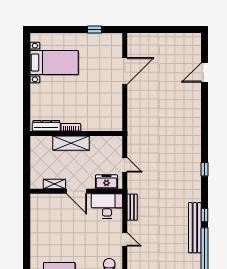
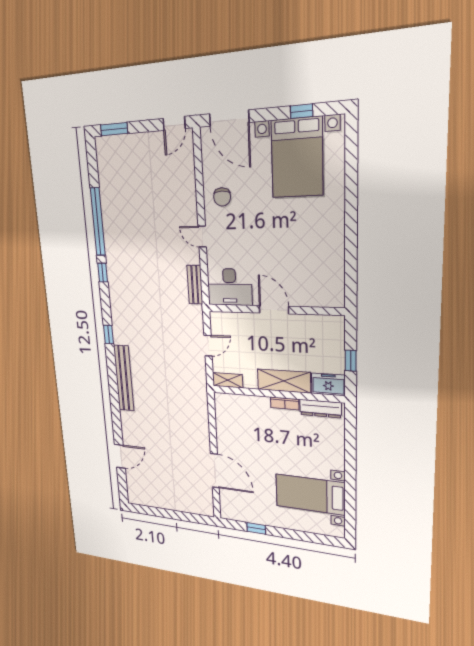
door: (125, 71) -> (215, 471), swing flipped
window: (27, 160) -> (351, 361), added
door: (125, 165) -> (208, 346), swing flipped
freezer: (106, 182) -> (328, 384), moved, turned 180
shelving: (54, 184) -> (228, 380), moved
bench: (195, 228) -> (124, 378), moved

